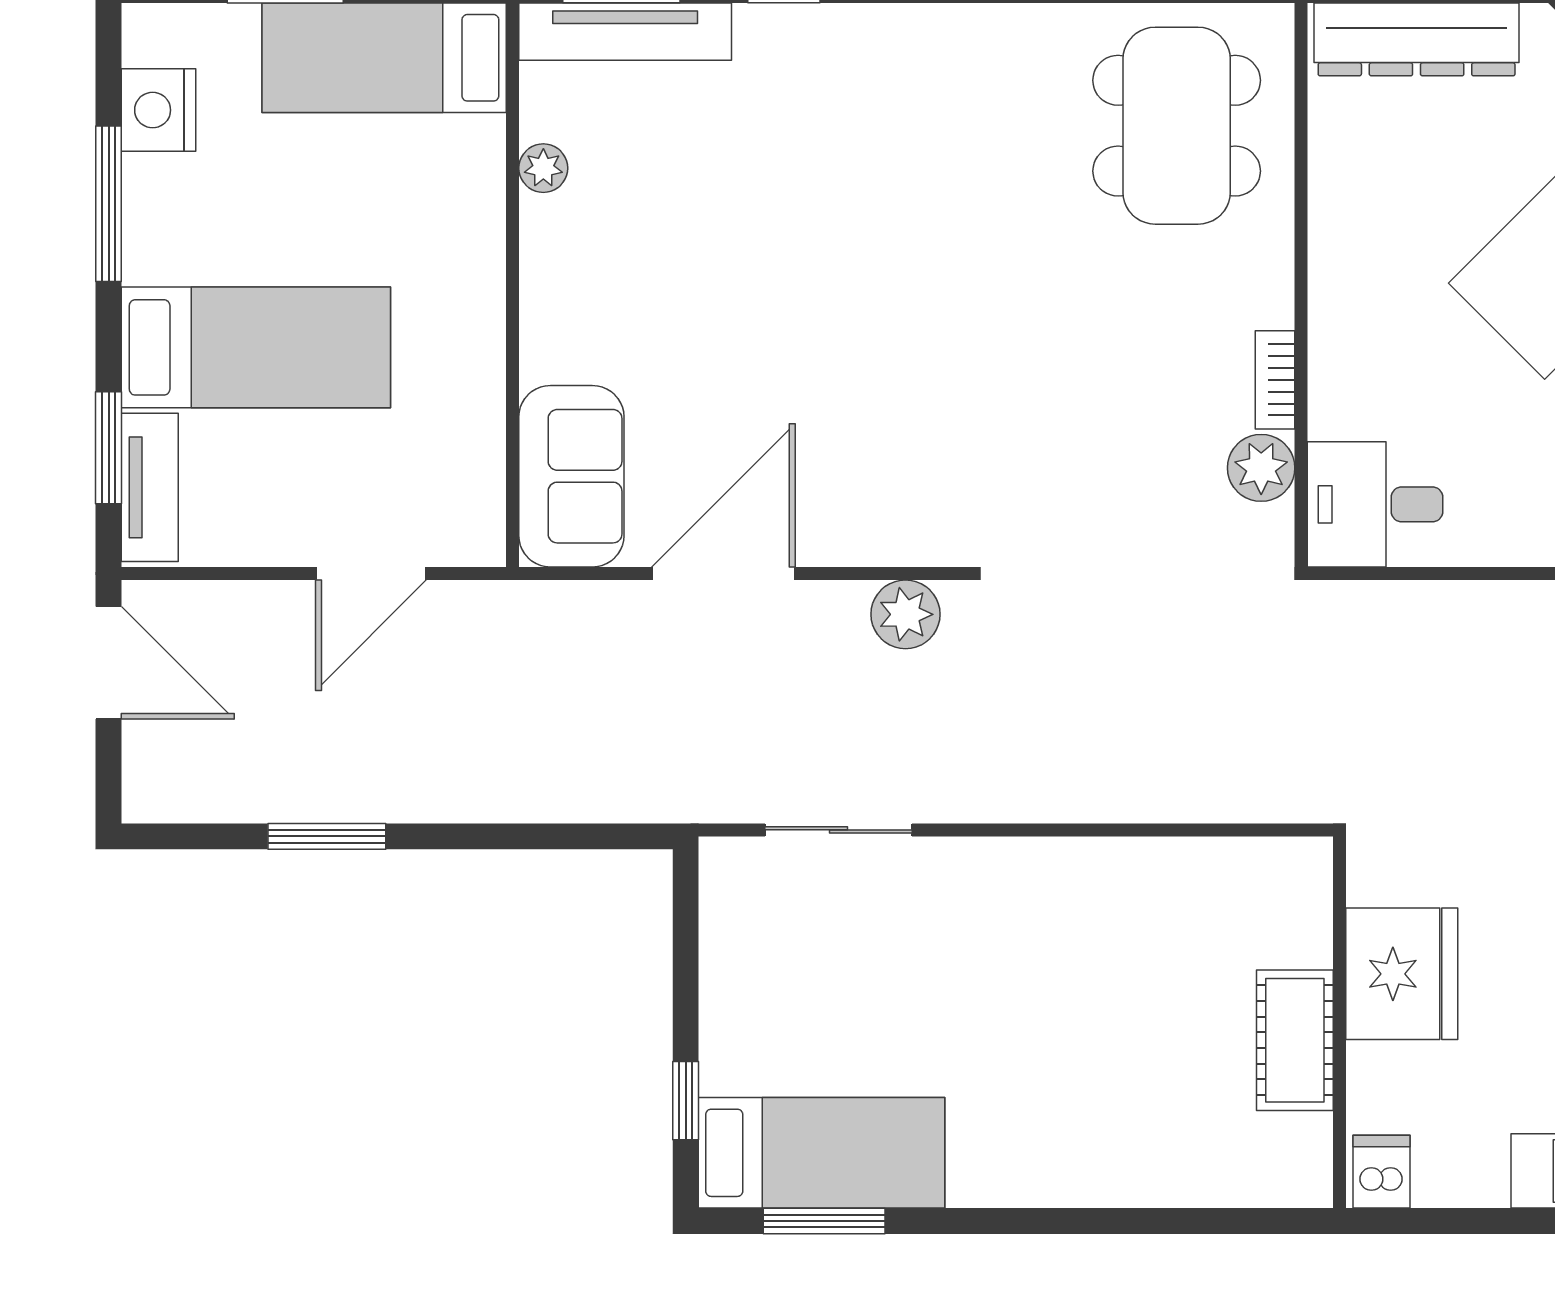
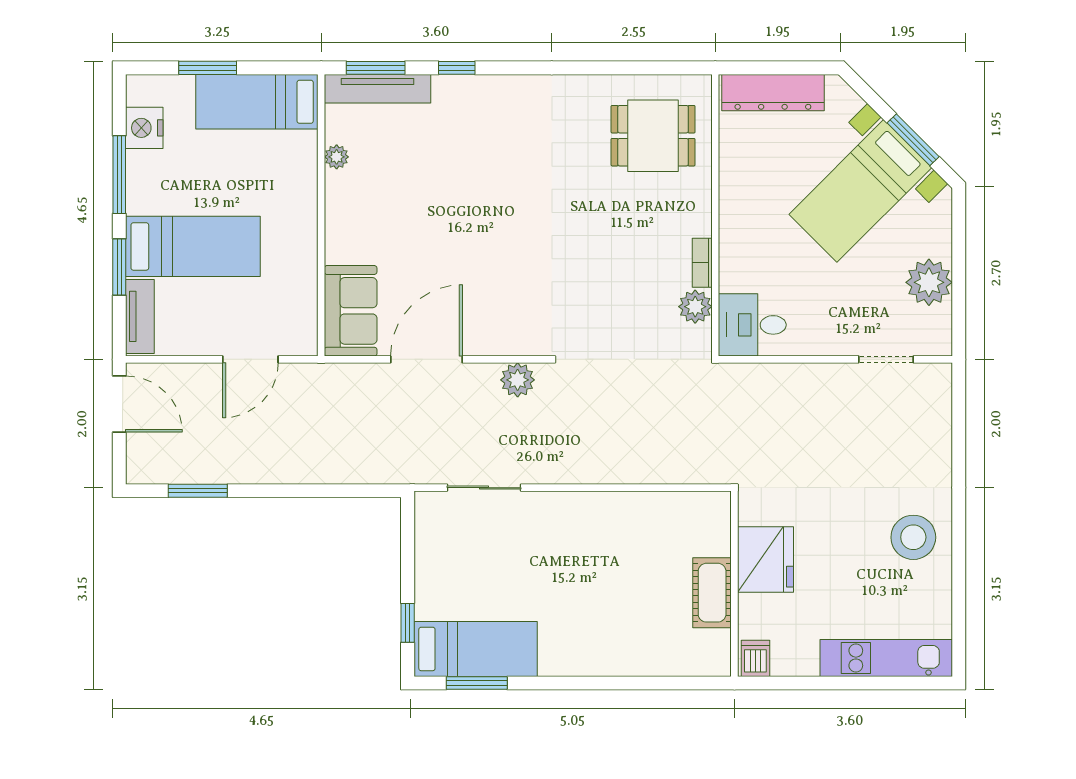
dining table: (1177, 126) -> (653, 136), width x0.73
window: (109, 448) -> (119, 267), moved
window: (327, 836) -> (198, 491), moved

